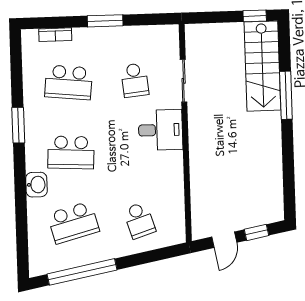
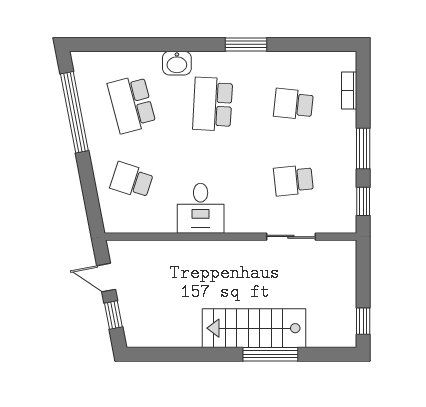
window: (151, 19) -> (363, 201), added
stairs: (262, 66) -> (254, 328), moved
school desk: (69, 82) -> (294, 104), width x0.54
desk: (161, 130) -> (201, 208), moved
school desk: (139, 220) -> (132, 180), turned 36

